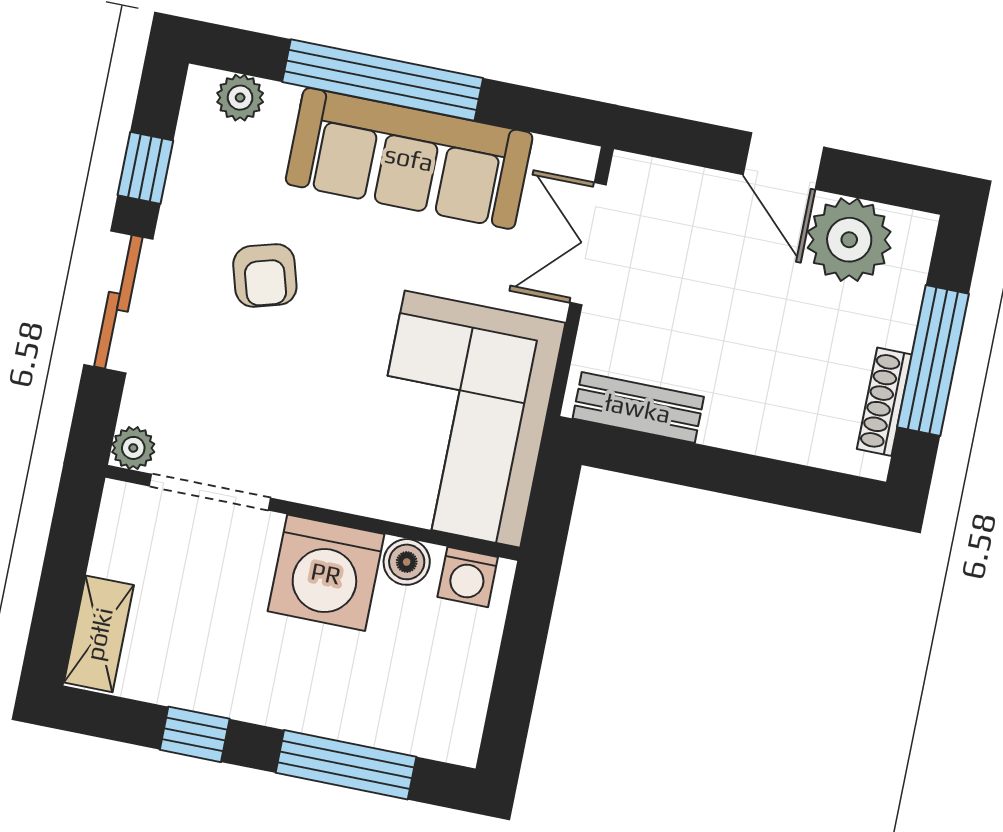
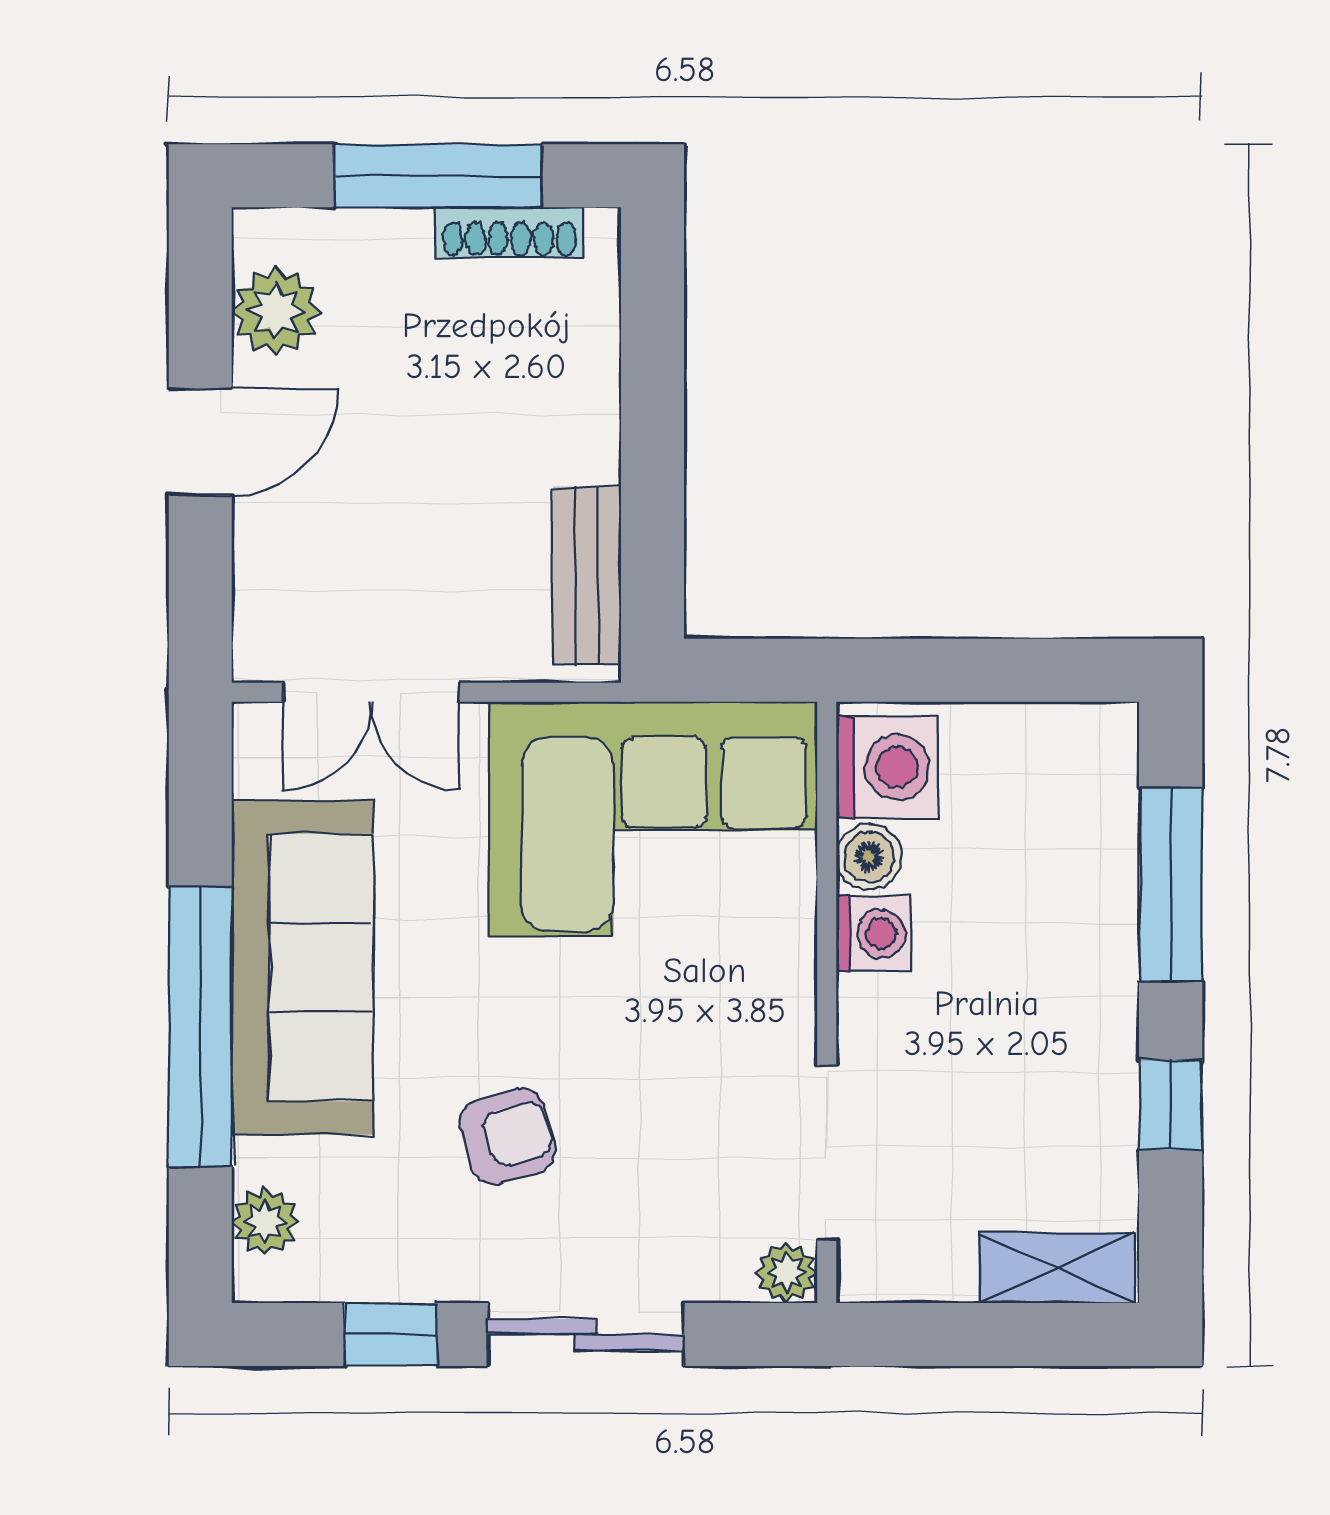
plant: (849, 240) -> (276, 311), width x0.73, depth x0.73
washing machine: (326, 573) -> (874, 933), width x0.53, depth x0.53
washing machine: (468, 577) -> (887, 767), width x1.38, depth x1.38

